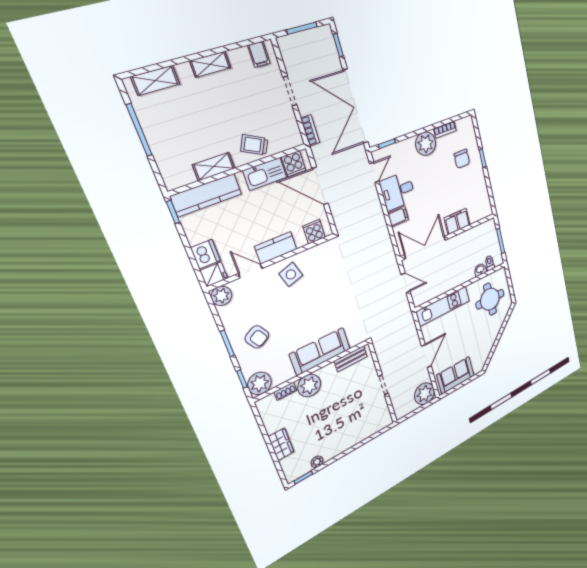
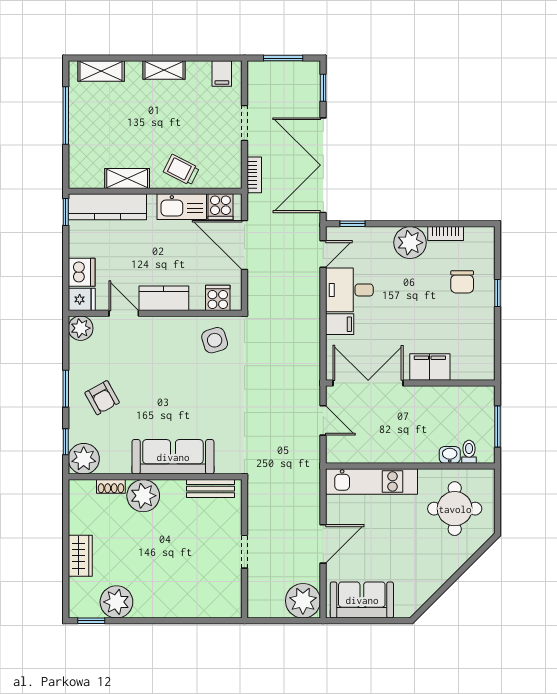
side table: (291, 274) -> (215, 340), moved
plant: (317, 462) -> (116, 602), width x1.88, depth x1.88

